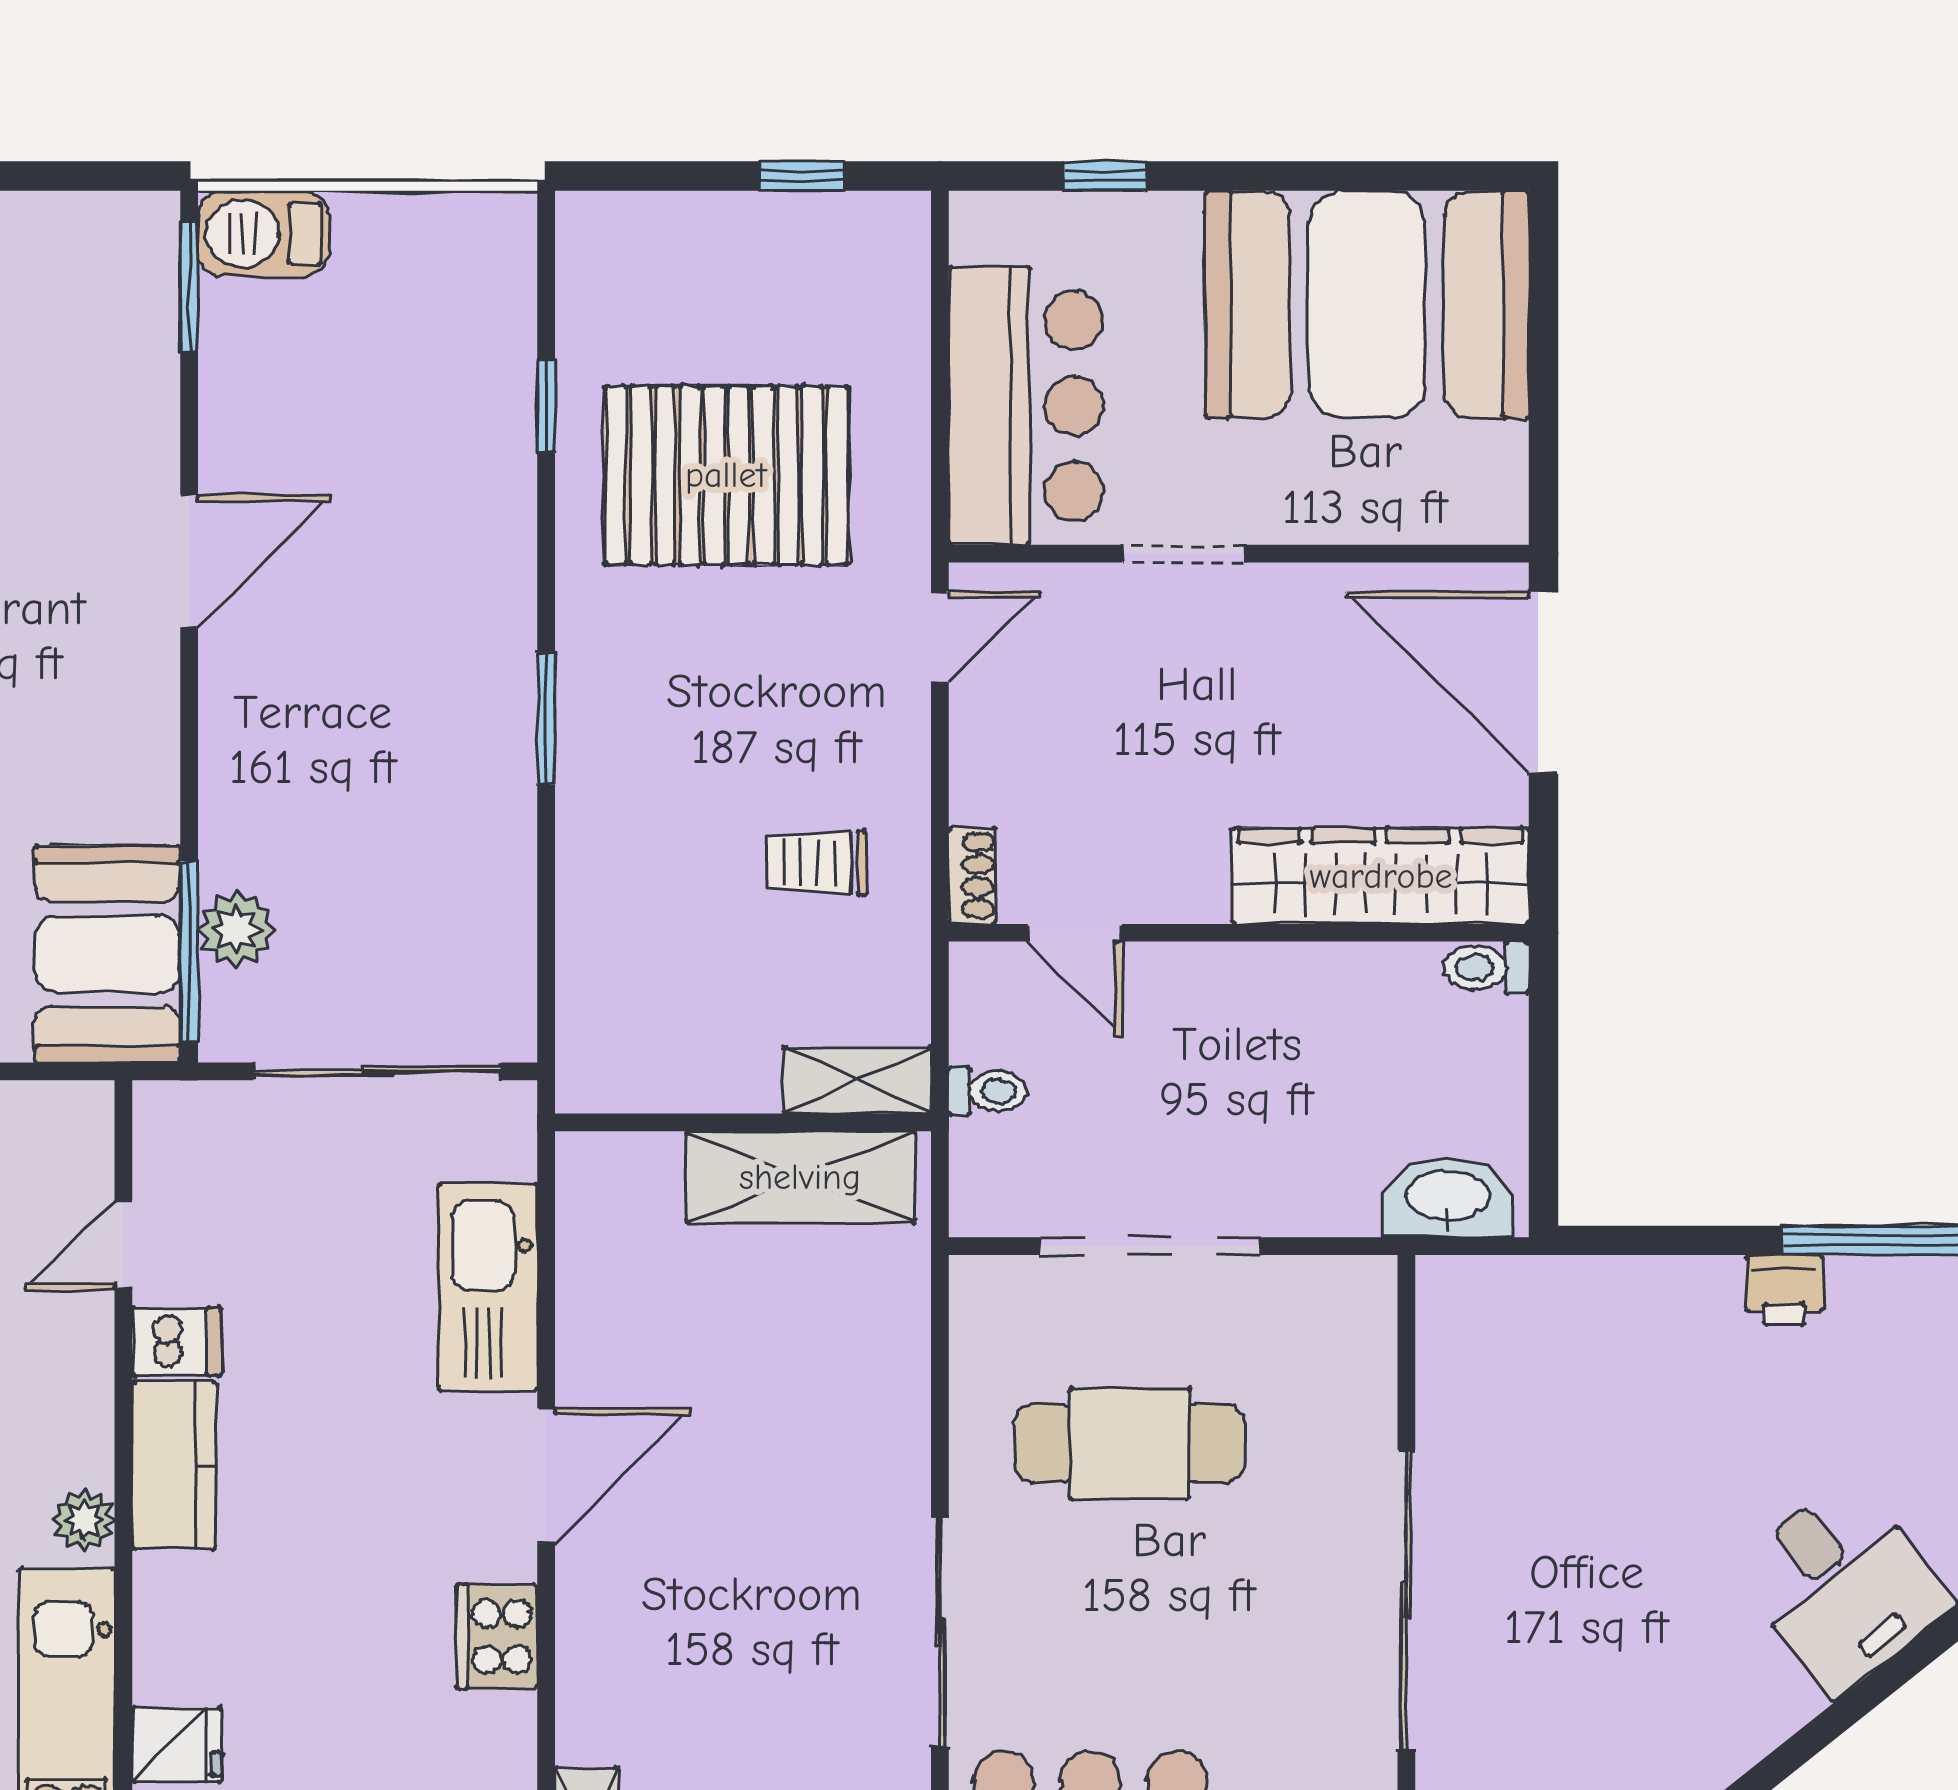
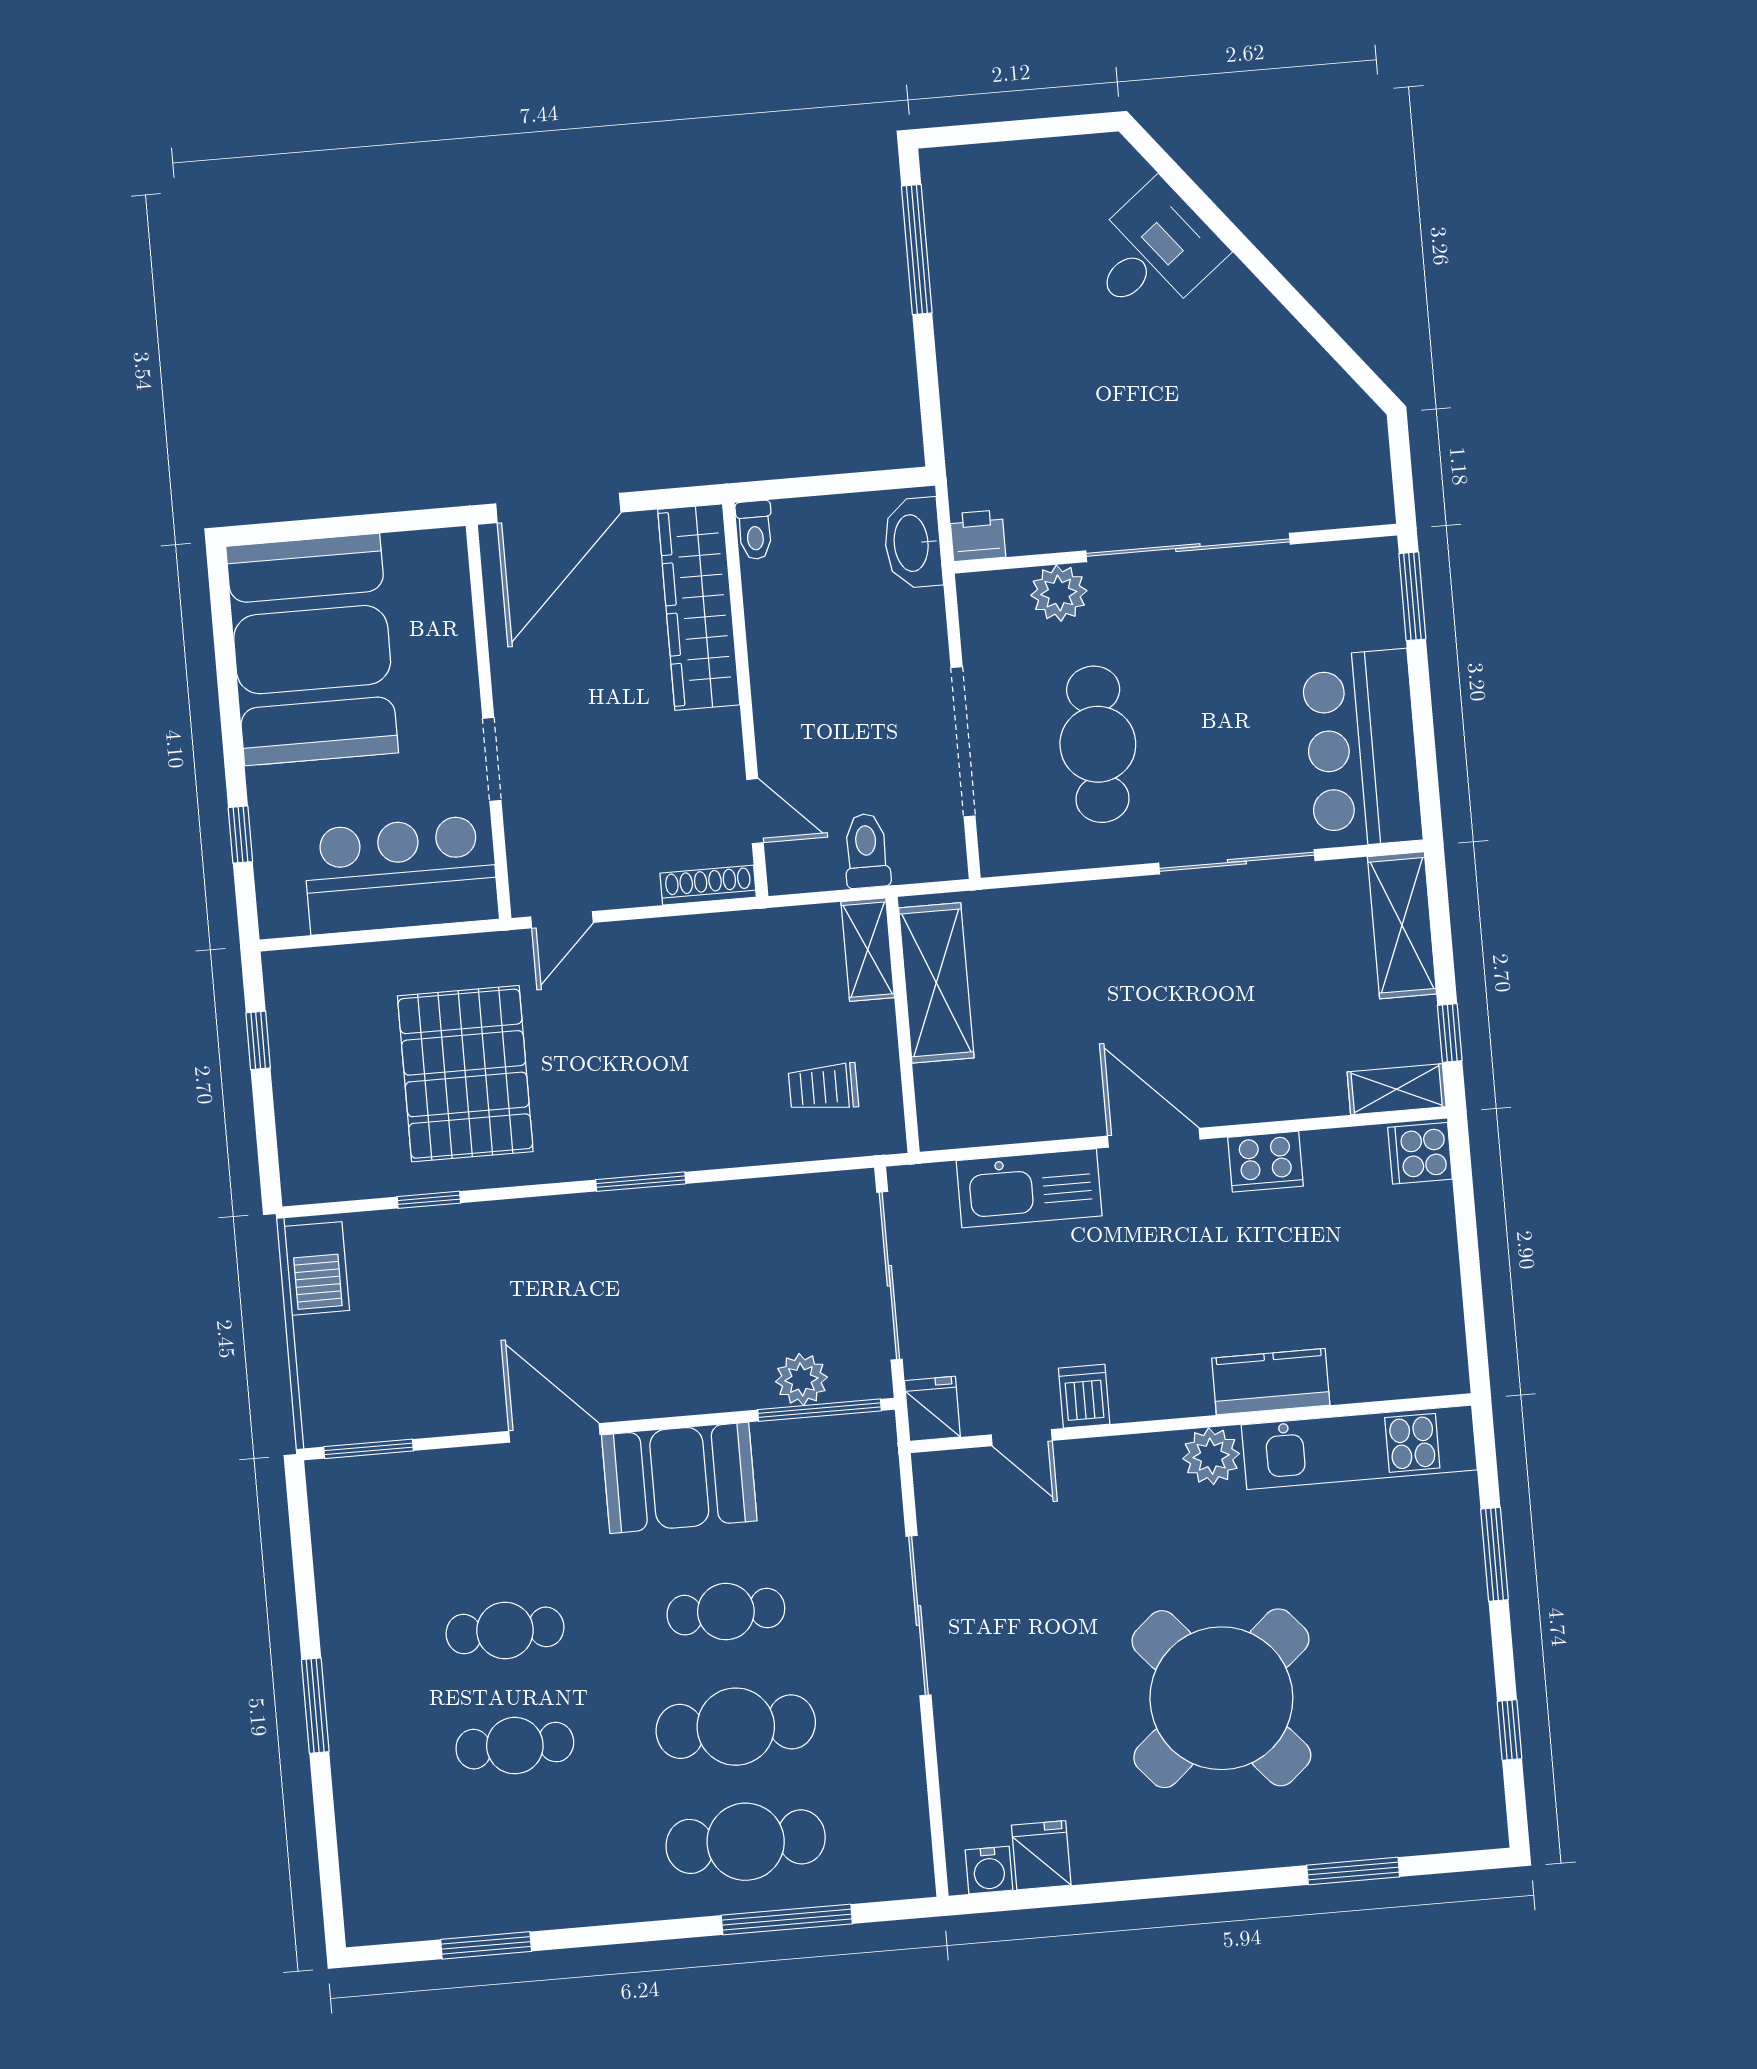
barbecue: (263, 233) -> (317, 1268), moved
door: (940, 636) -> (562, 920), swing flipped
trolley: (816, 863) -> (823, 1087), moved, turned 90
shoe rack: (972, 876) -> (708, 885), width x1.43
door: (1075, 933) -> (755, 811), hinge flipped
booth: (107, 954) -> (679, 1478), moved
toilet: (988, 1091) -> (866, 851), width x1.37, depth x1.39
printer: (1784, 1290) -> (978, 536), moved, turned -90
plant: (1356, 1405) -> (1059, 593), added
kitchen counter: (174, 1465) -> (1271, 1382), moved
plant: (84, 1520) -> (1211, 1456), width x1.38, depth x1.38
fridge: (177, 1745) -> (932, 1409), moved

